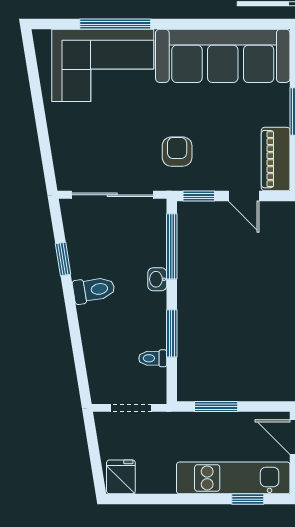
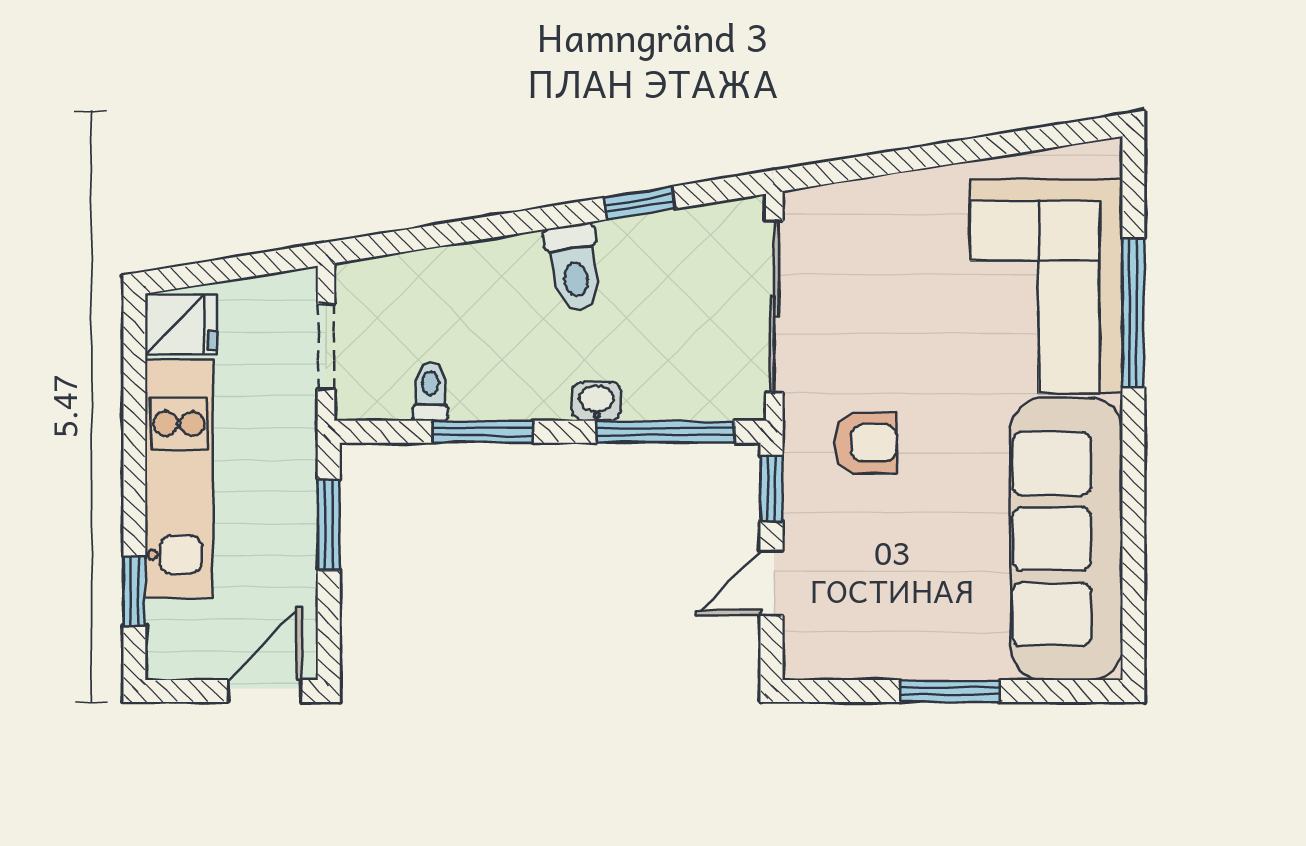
piano: (276, 159) -> (849, 650), removed
kitchen unit: (233, 478) -> (179, 478), moved

